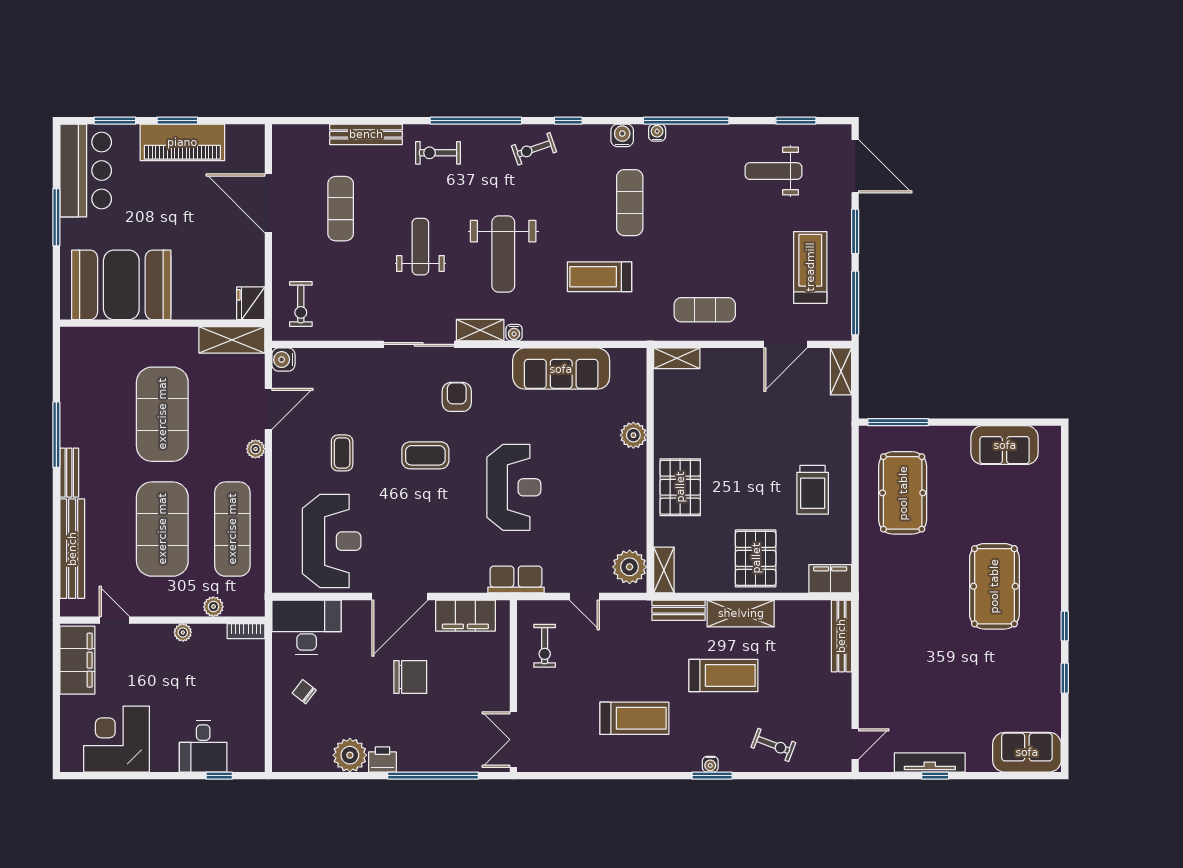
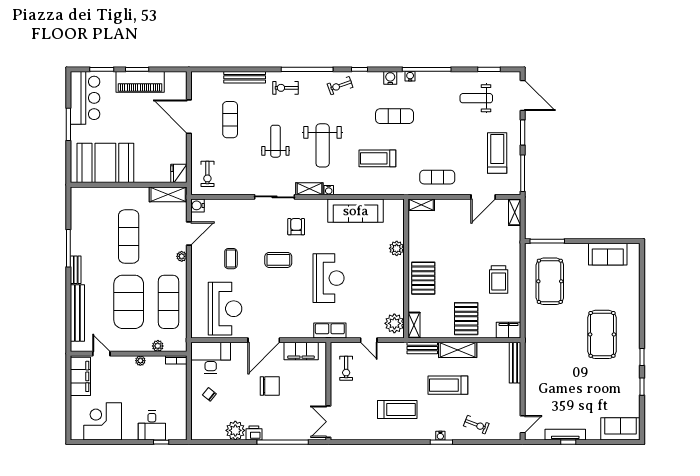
exercise mat: (630, 203) -> (395, 116), turned 90
exercise mat: (162, 414) -> (129, 237), width x0.68
treadmill: (723, 675) -> (448, 385), turned 180

